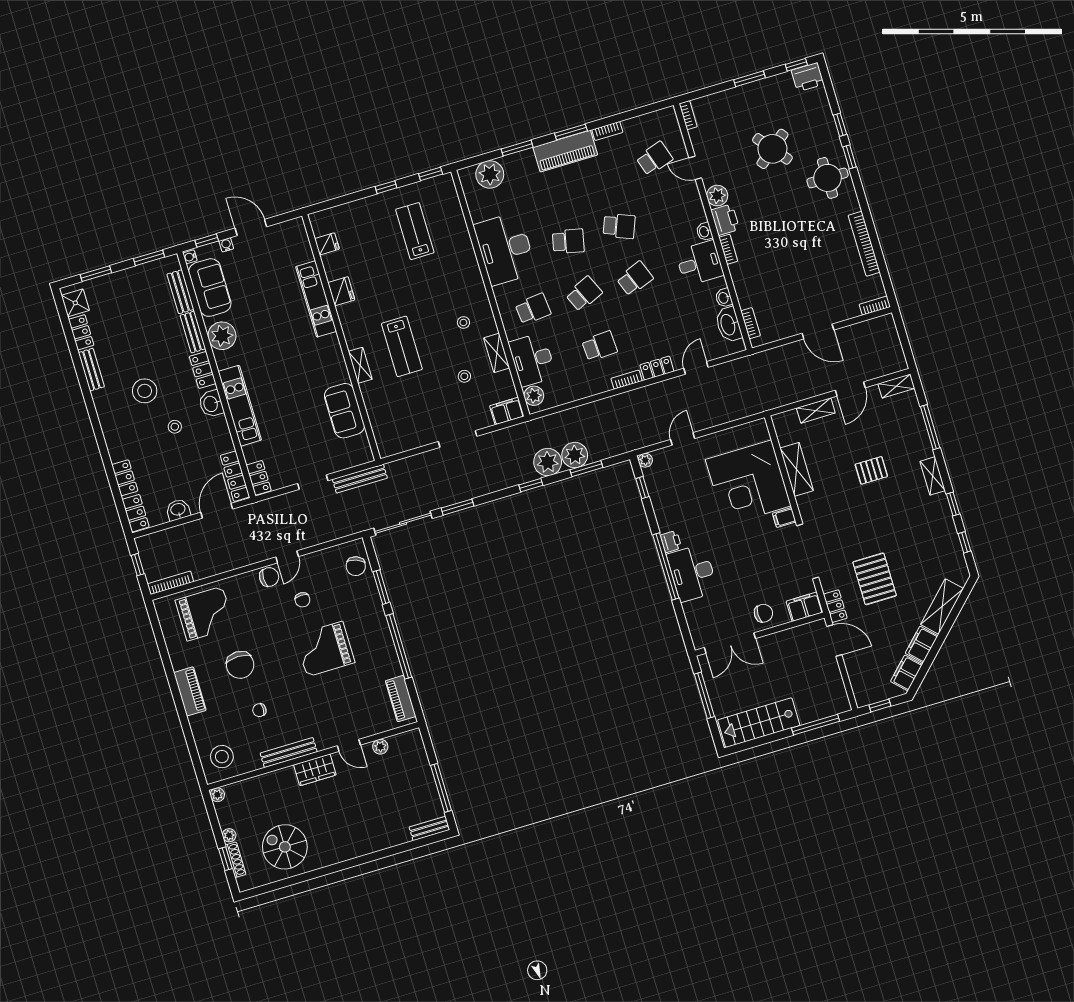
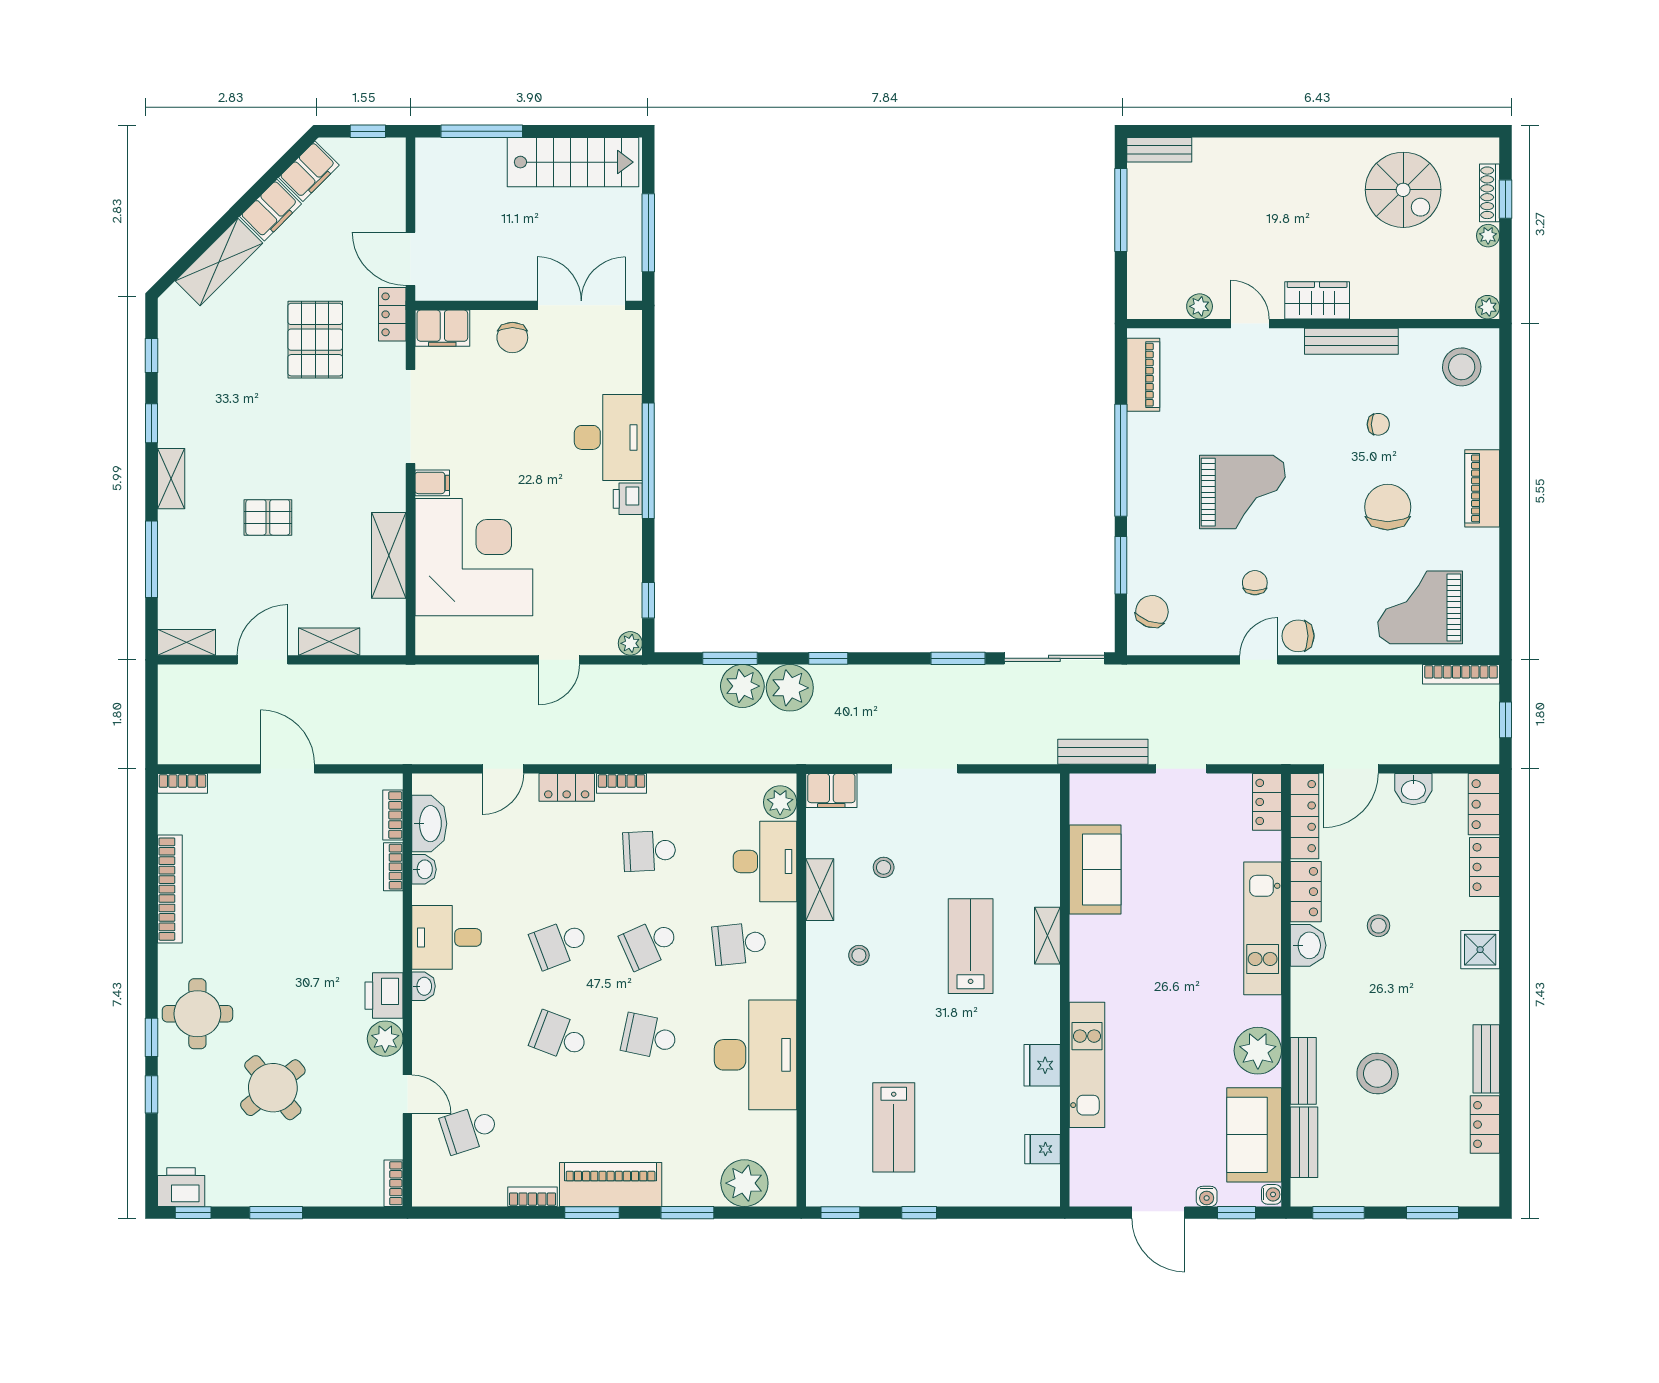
bookcase: (728, 249) -> (393, 867), moved
shower: (75, 303) -> (1480, 950), moved
locker: (203, 370) -> (1306, 892), moved
stool: (145, 391) -> (1378, 1074), moved
chair: (763, 613) -> (512, 338), turned -90

